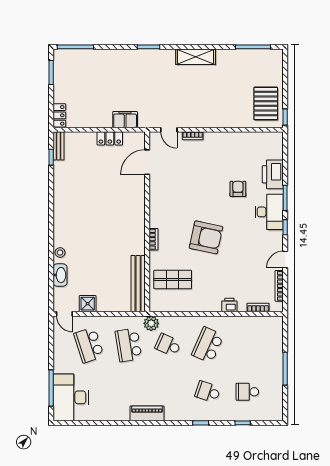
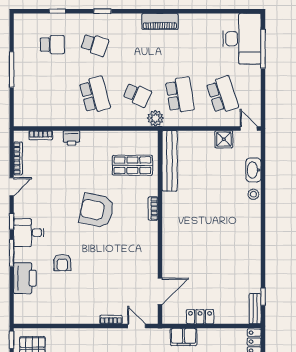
desk: (269, 212) -> (29, 233), width x0.73
school desk: (208, 345) -> (95, 95), turned -39

